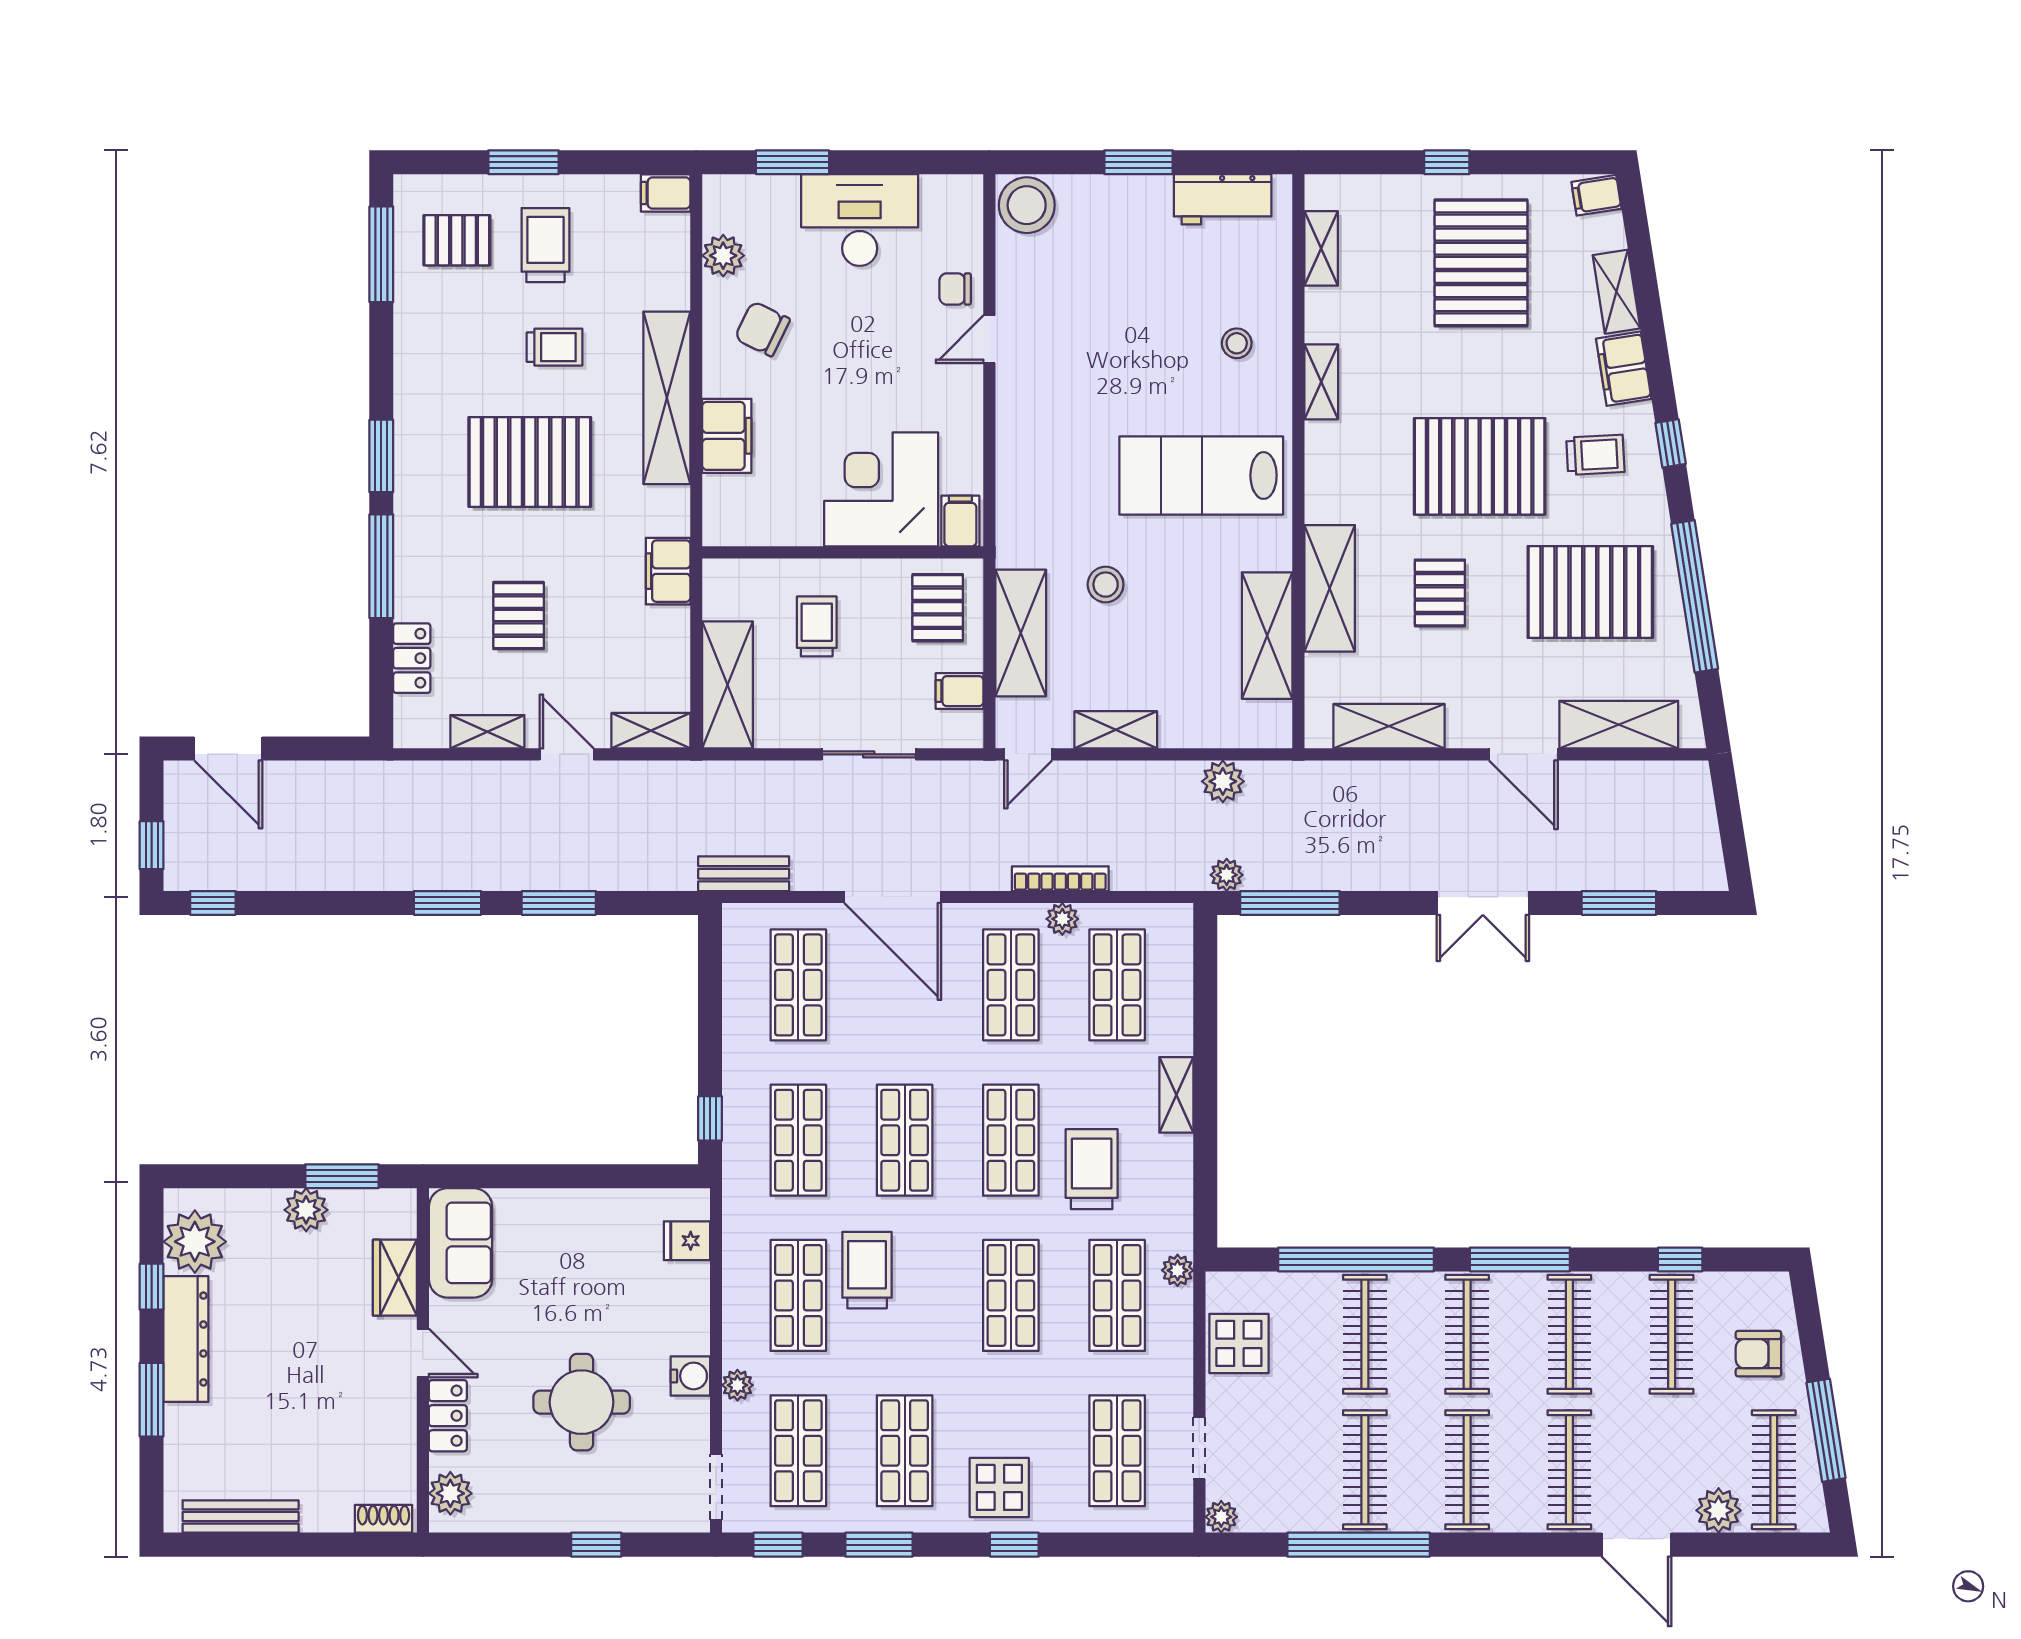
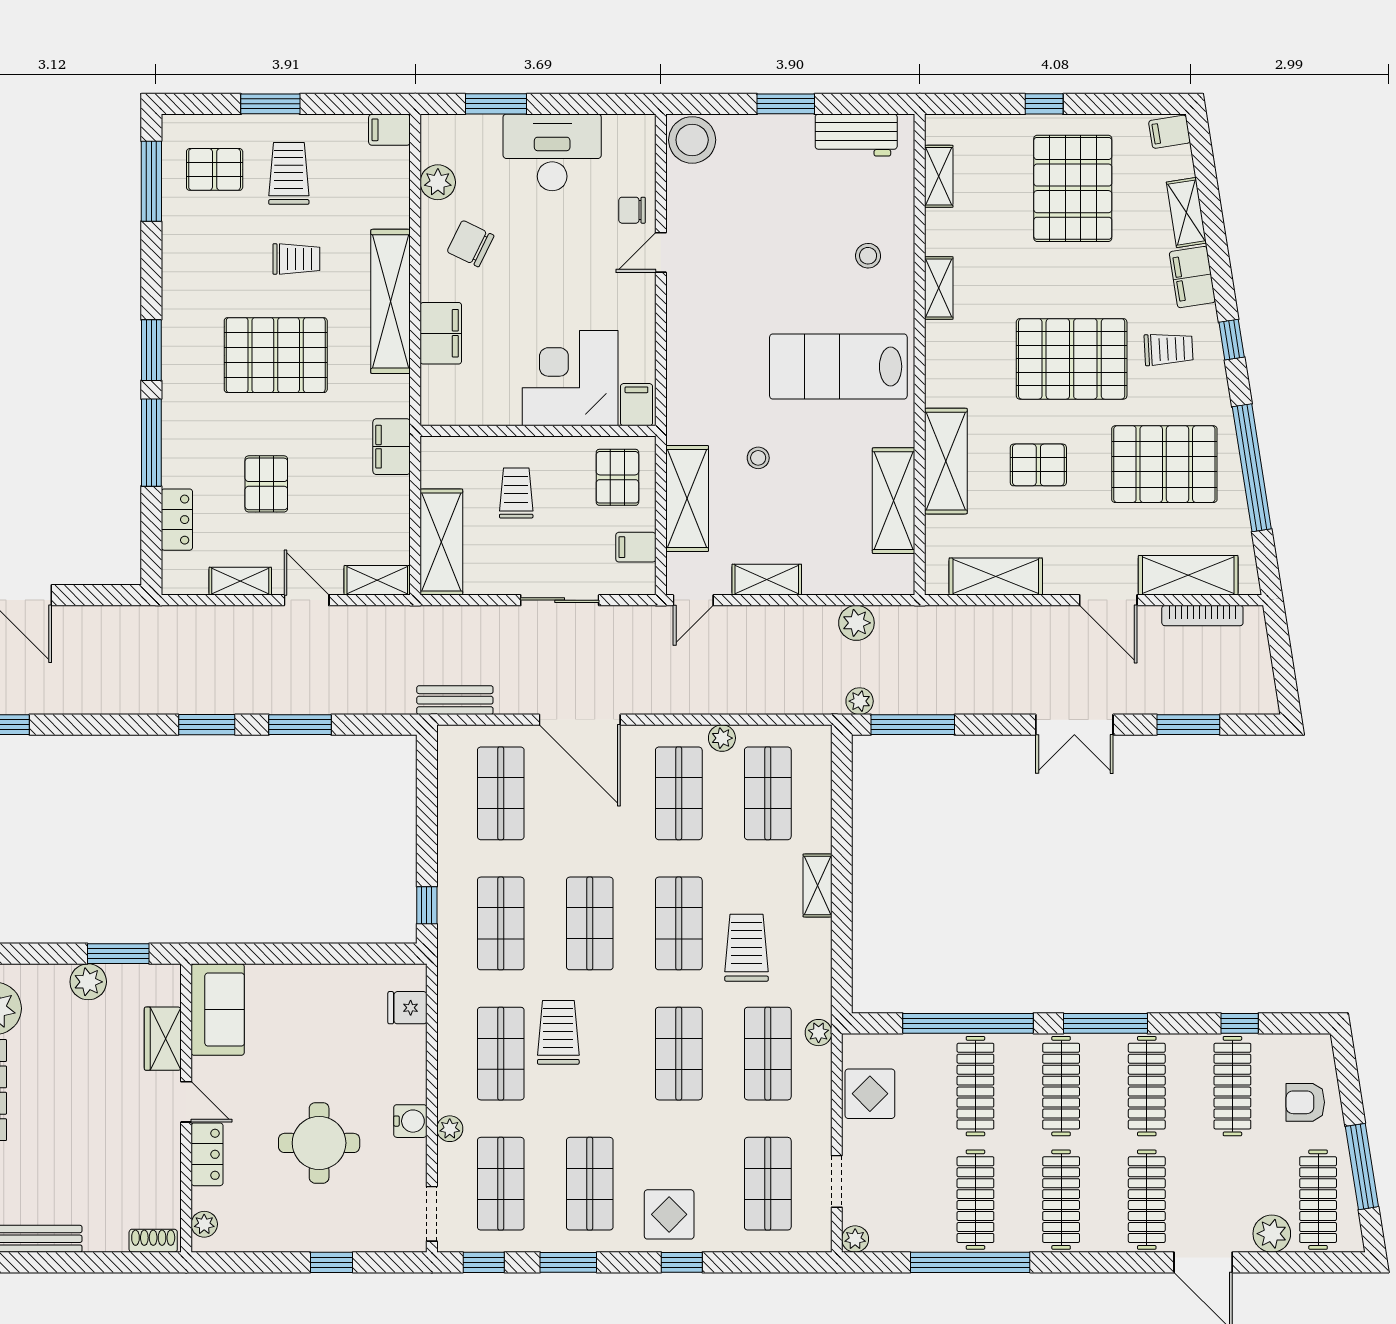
stool: (1106, 585) -> (758, 458), width x0.73, depth x0.73
pallet: (1440, 593) -> (1038, 465), turned 90
bookcase: (1060, 879) -> (1202, 616), moved, turned 180
plant: (450, 1493) -> (204, 1224), width x0.73, depth x0.73

